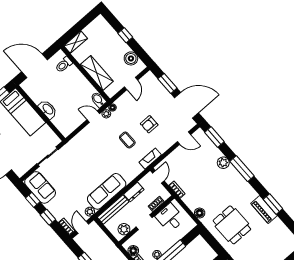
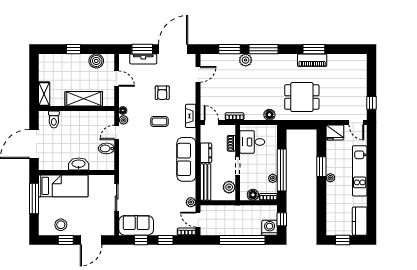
tv unit: (161, 90) -> (143, 59), added
bidet: (98, 100) -> (106, 148), moved
window: (214, 137) -> (229, 49), moved
sofa: (107, 191) -> (186, 159), moved

